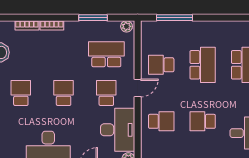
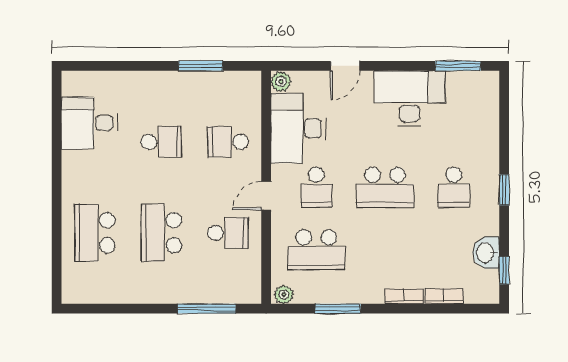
school desk: (64, 93) -> (385, 187), width x1.85

